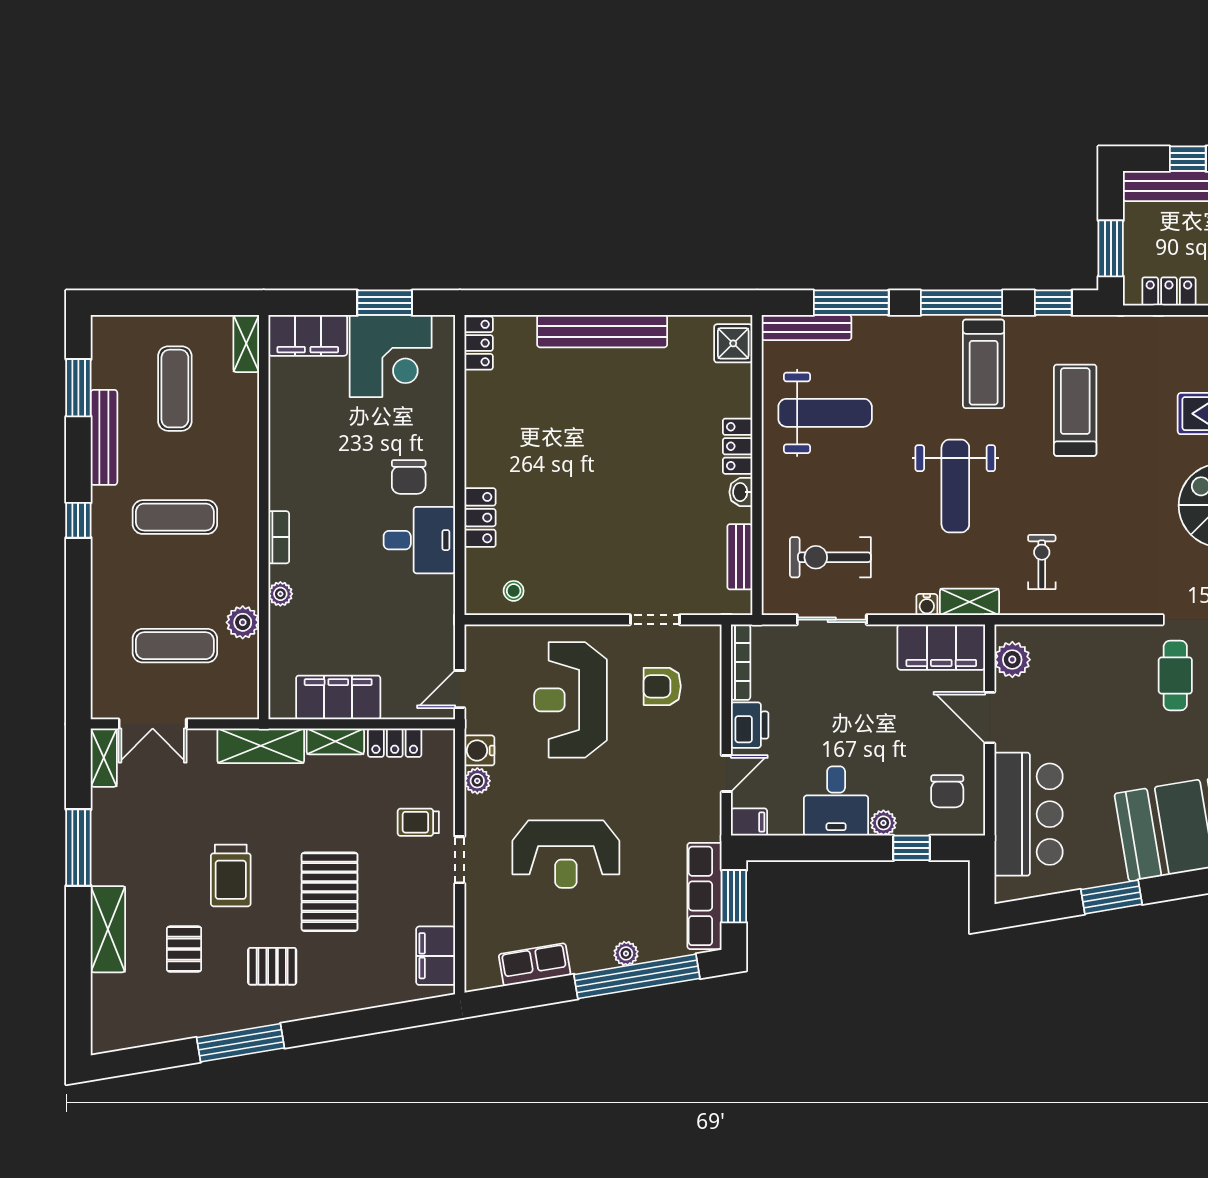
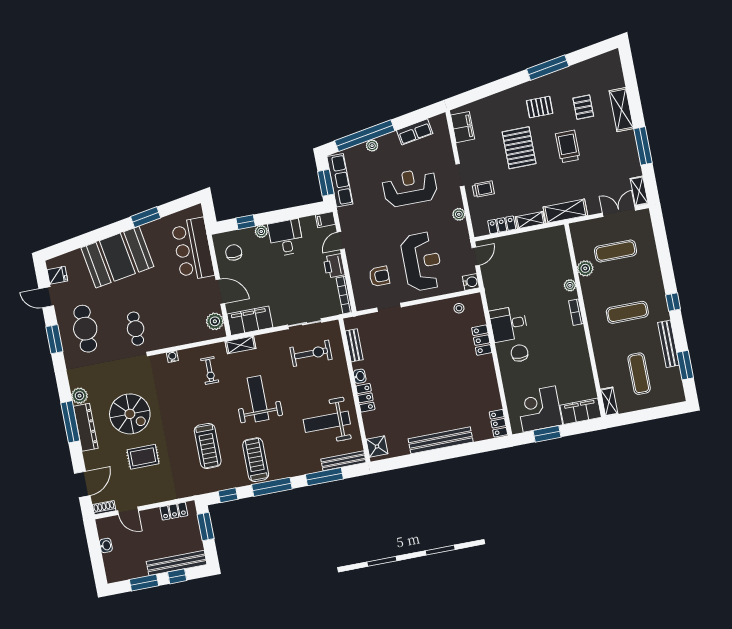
water cooler: (927, 605) -> (172, 357), moved
filing cabinet: (338, 697) -> (533, 241), removed
water cooler: (479, 750) -> (471, 282), moved

